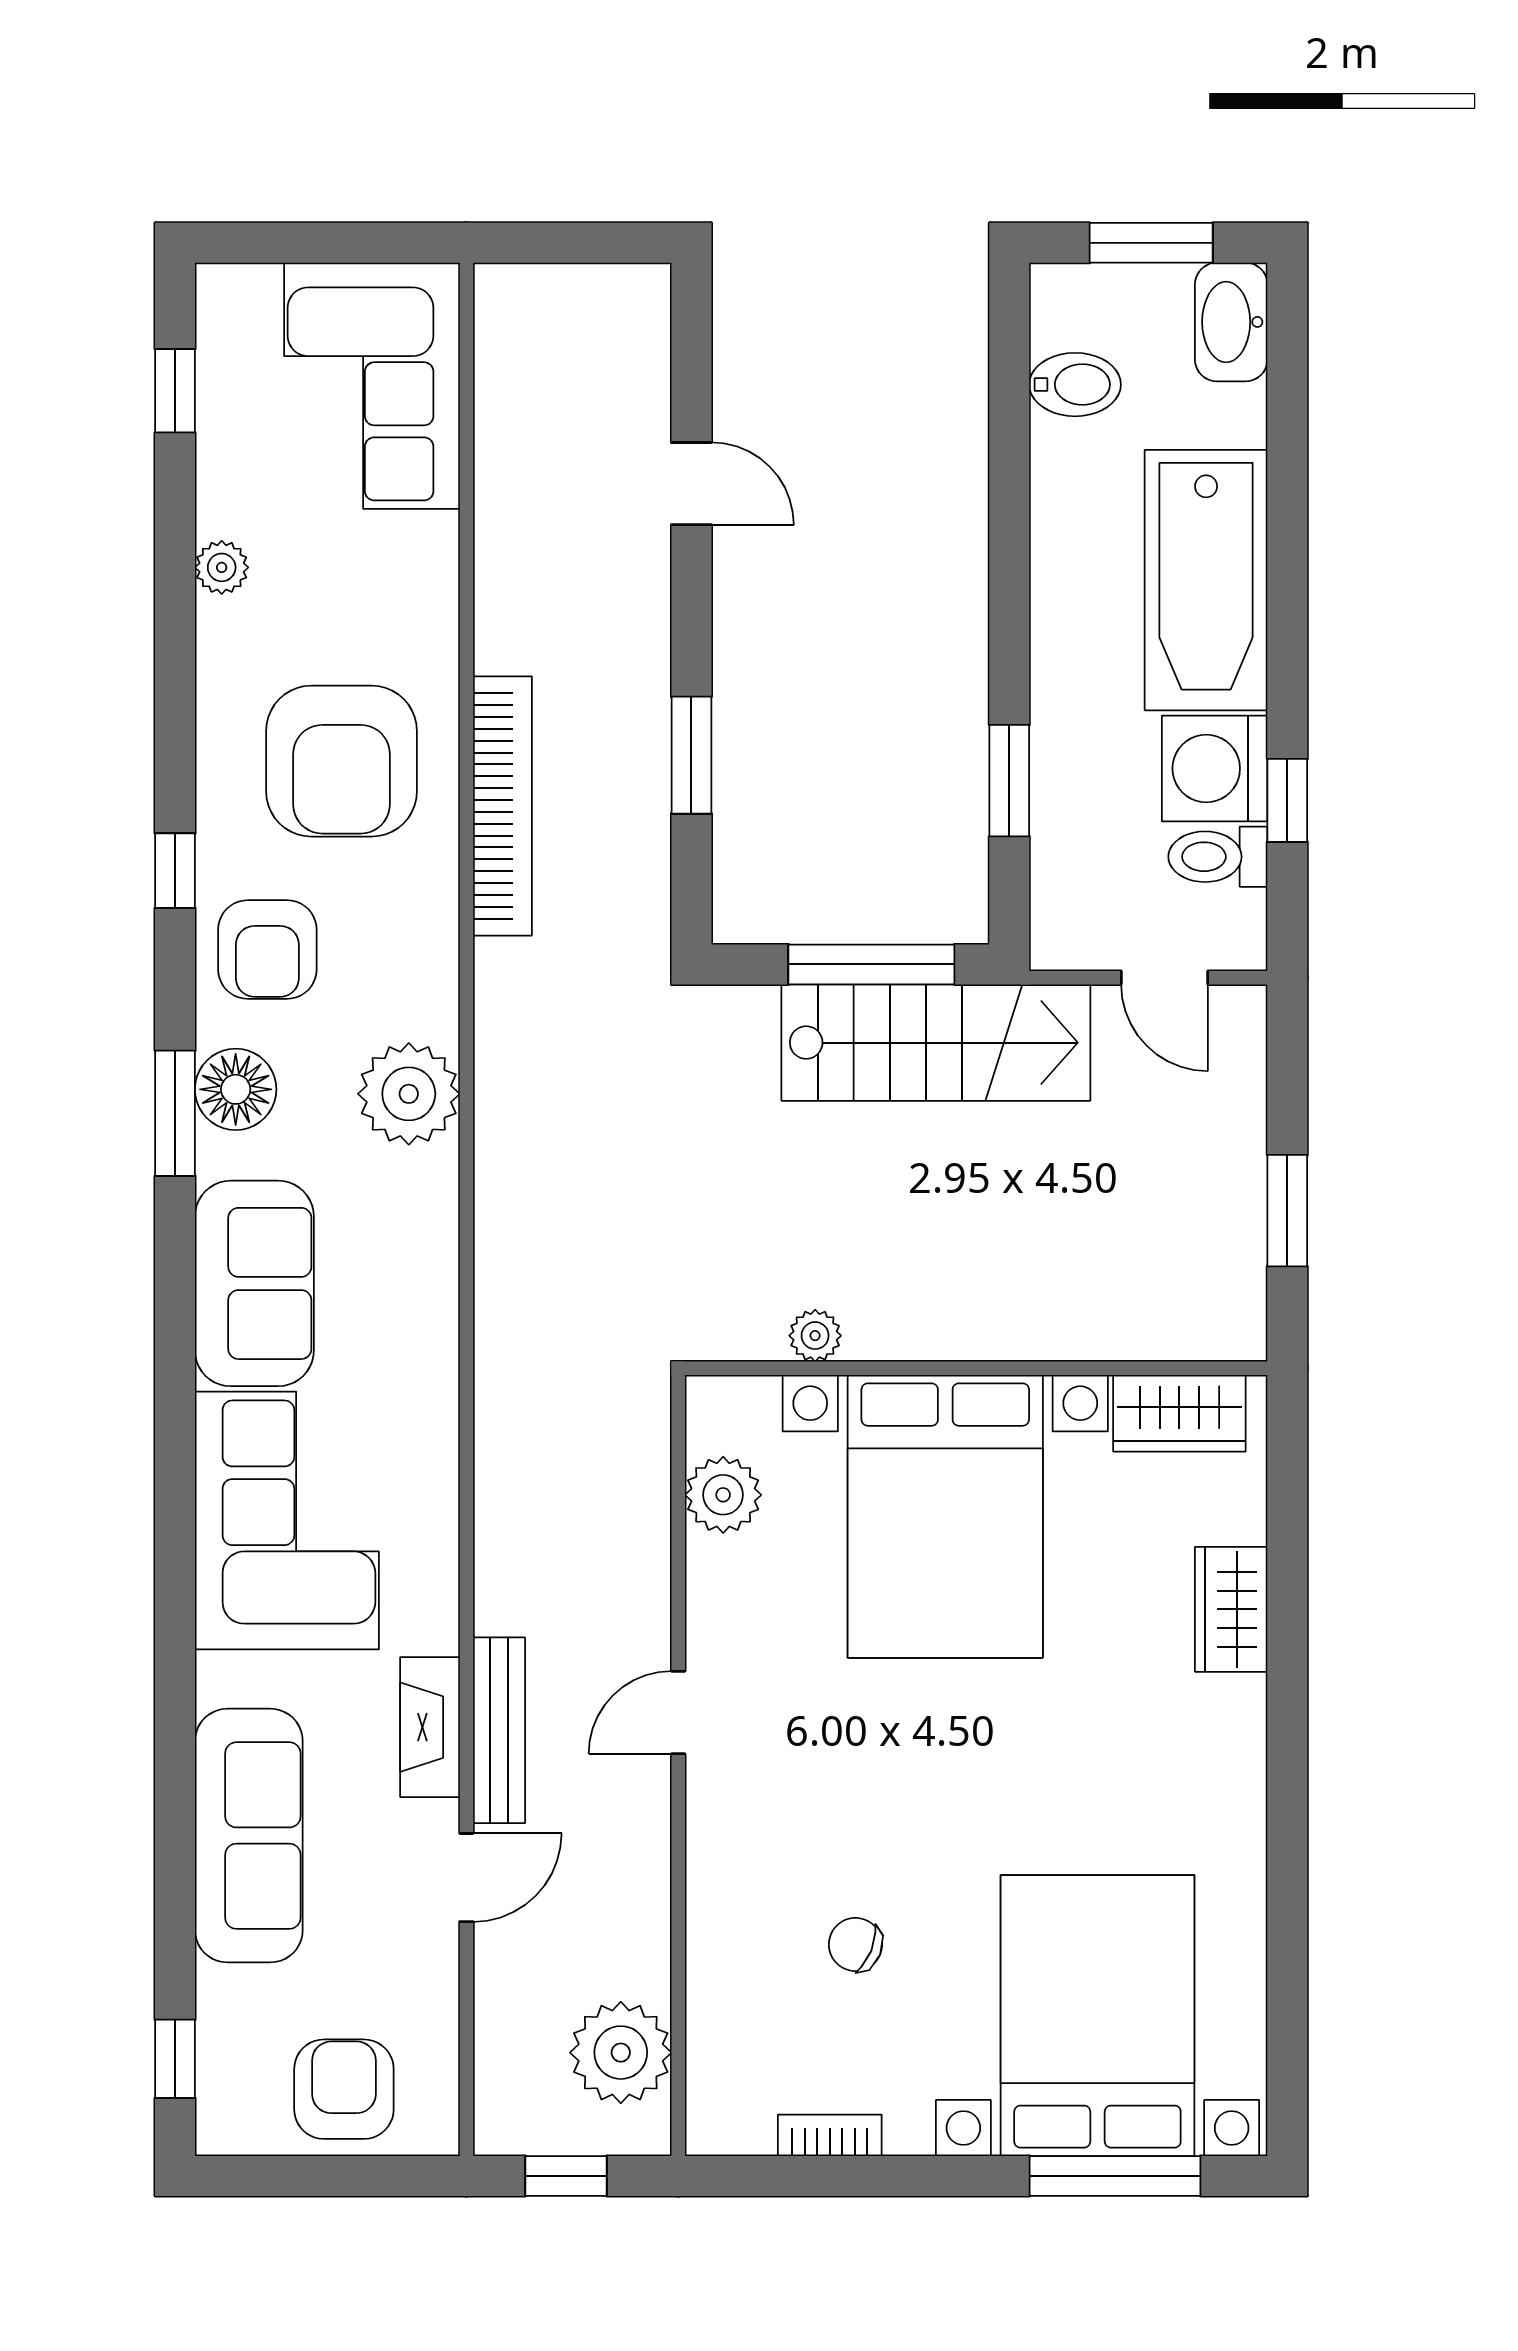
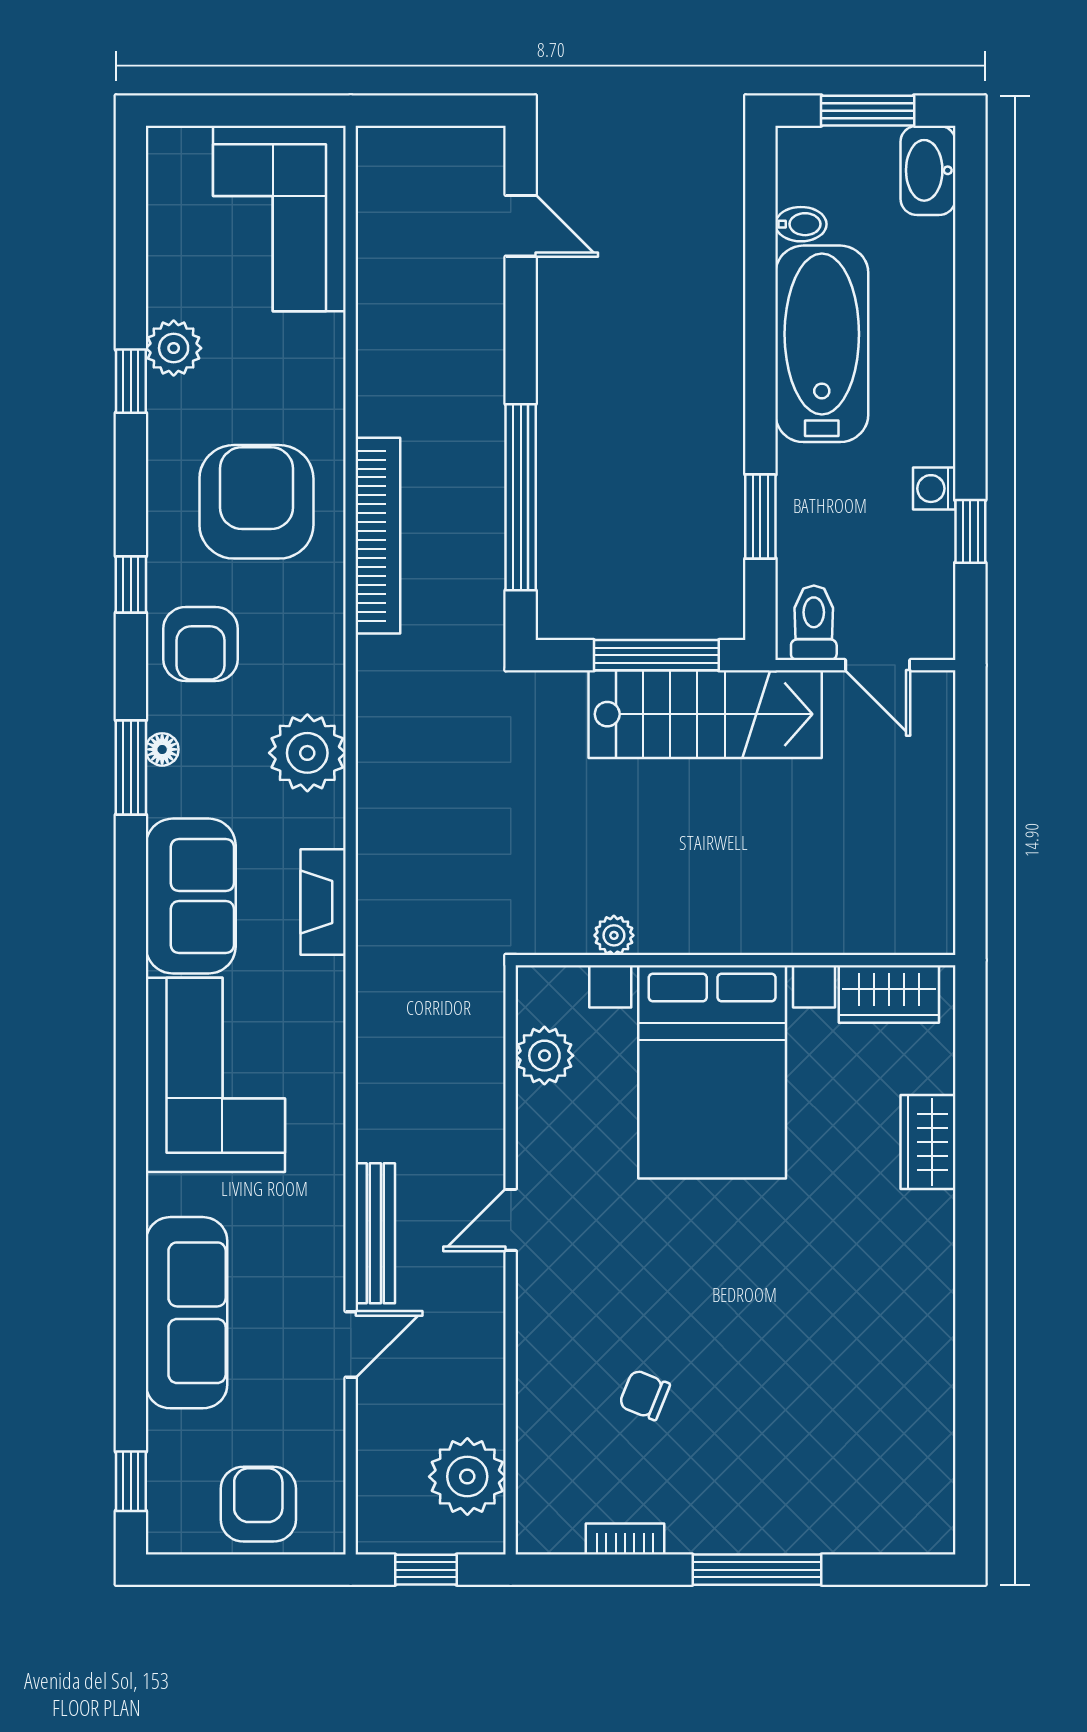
bidet: (1075, 385) -> (801, 224), width x0.72, depth x0.74
window: (175, 391) -> (131, 381), moved
door: (691, 484) -> (521, 226), moved
plant: (222, 567) -> (174, 348), width x1.38, depth x1.38
bathtub: (1206, 580) -> (822, 344), moved, turned 180
window: (691, 755) -> (521, 497), width x2.11
armchair: (341, 761) -> (256, 502), turned 180
washing machine: (1215, 768) -> (934, 489), width x0.53, depth x0.53
toilet: (1218, 857) -> (814, 623), moved, turned 90
floor lamp: (236, 1089) -> (162, 749), width x0.53, depth x0.53
window: (1287, 1211) -> (970, 841), removed
fireplace: (430, 1727) -> (323, 902), moved
bed with nightstands: (1097, 2016) -> (827, 1449), removed
window: (1115, 2176) -> (757, 1570), moved

